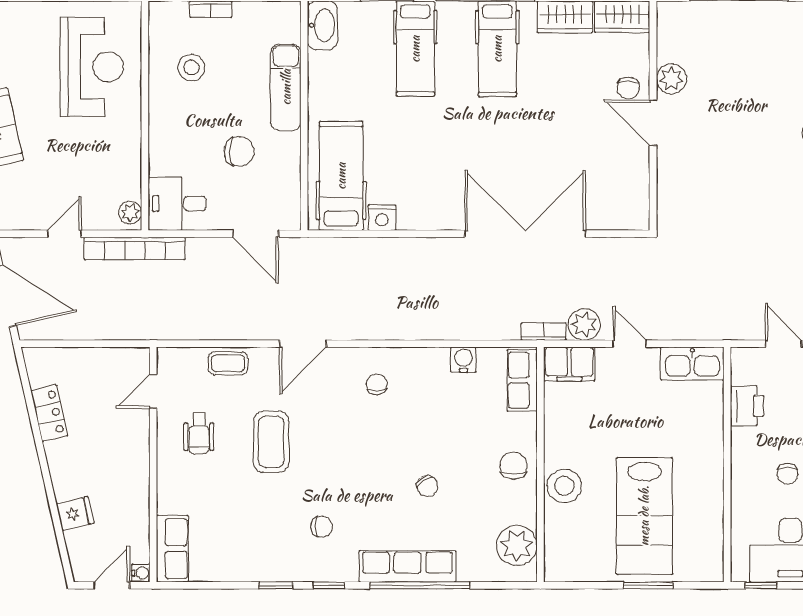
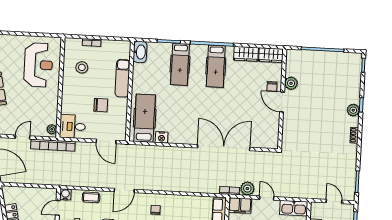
water cooler: (463, 360) -> (65, 194), moved

